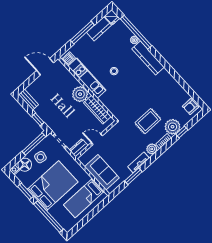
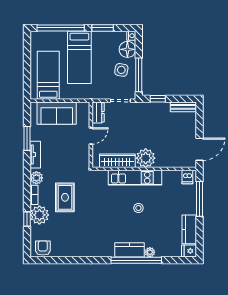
window: (136, 32) -> (136, 260), moved
window: (82, 33) -> (200, 199), moved
kitchen counter: (148, 58) -> (129, 250), width x0.67
kitchen unit: (87, 78) -> (135, 178), moved
bed: (53, 186) -> (79, 57), width x0.67

